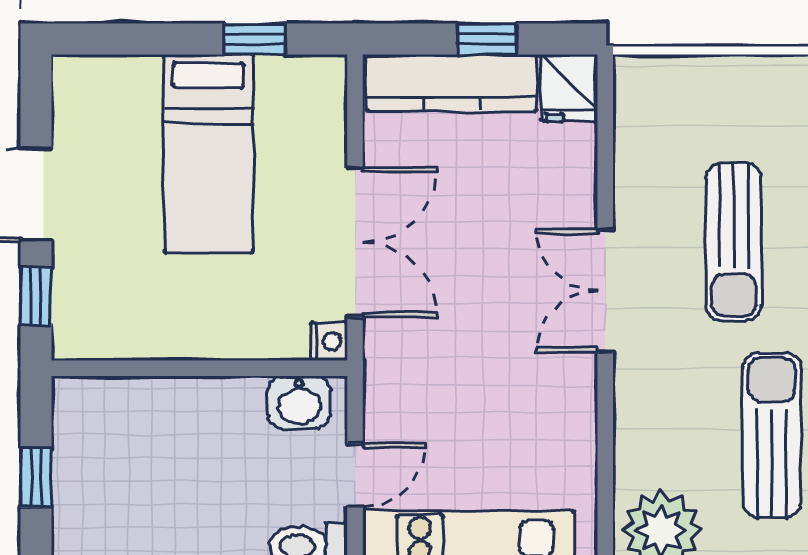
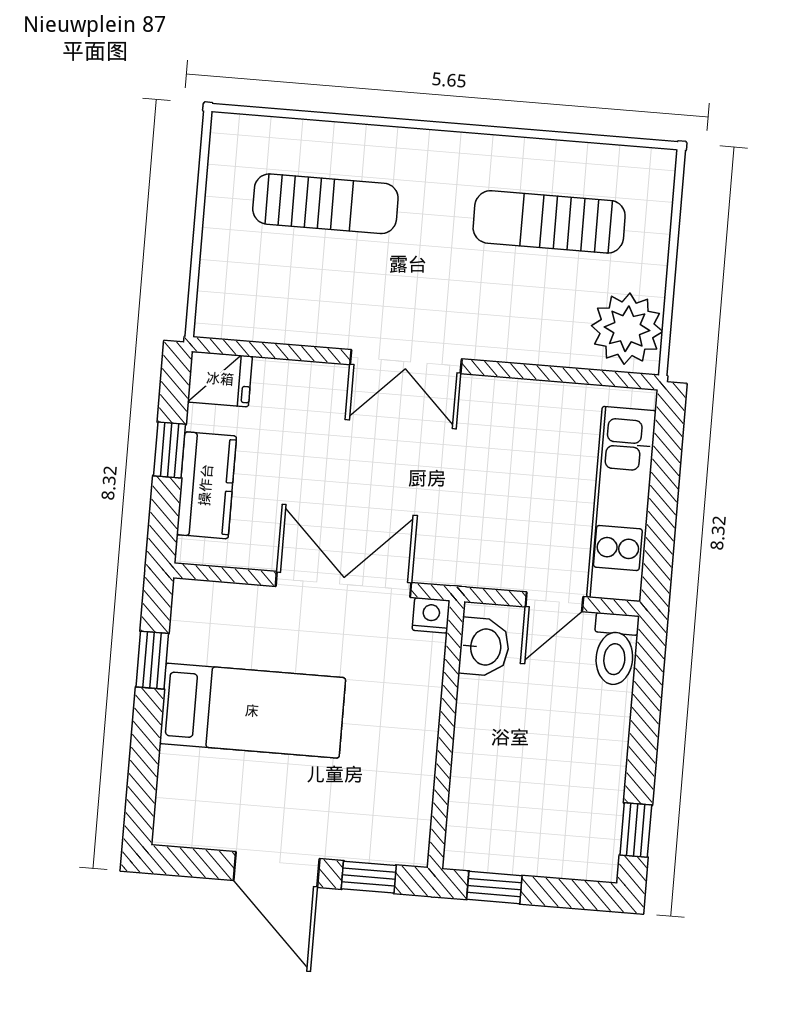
kitchen counter: (452, 83) -> (206, 485), width x0.67
sun lounger: (734, 242) -> (325, 204), moved
door: (355, 475) -> (554, 602), swing flipped
window: (36, 478) -> (494, 887), moved

